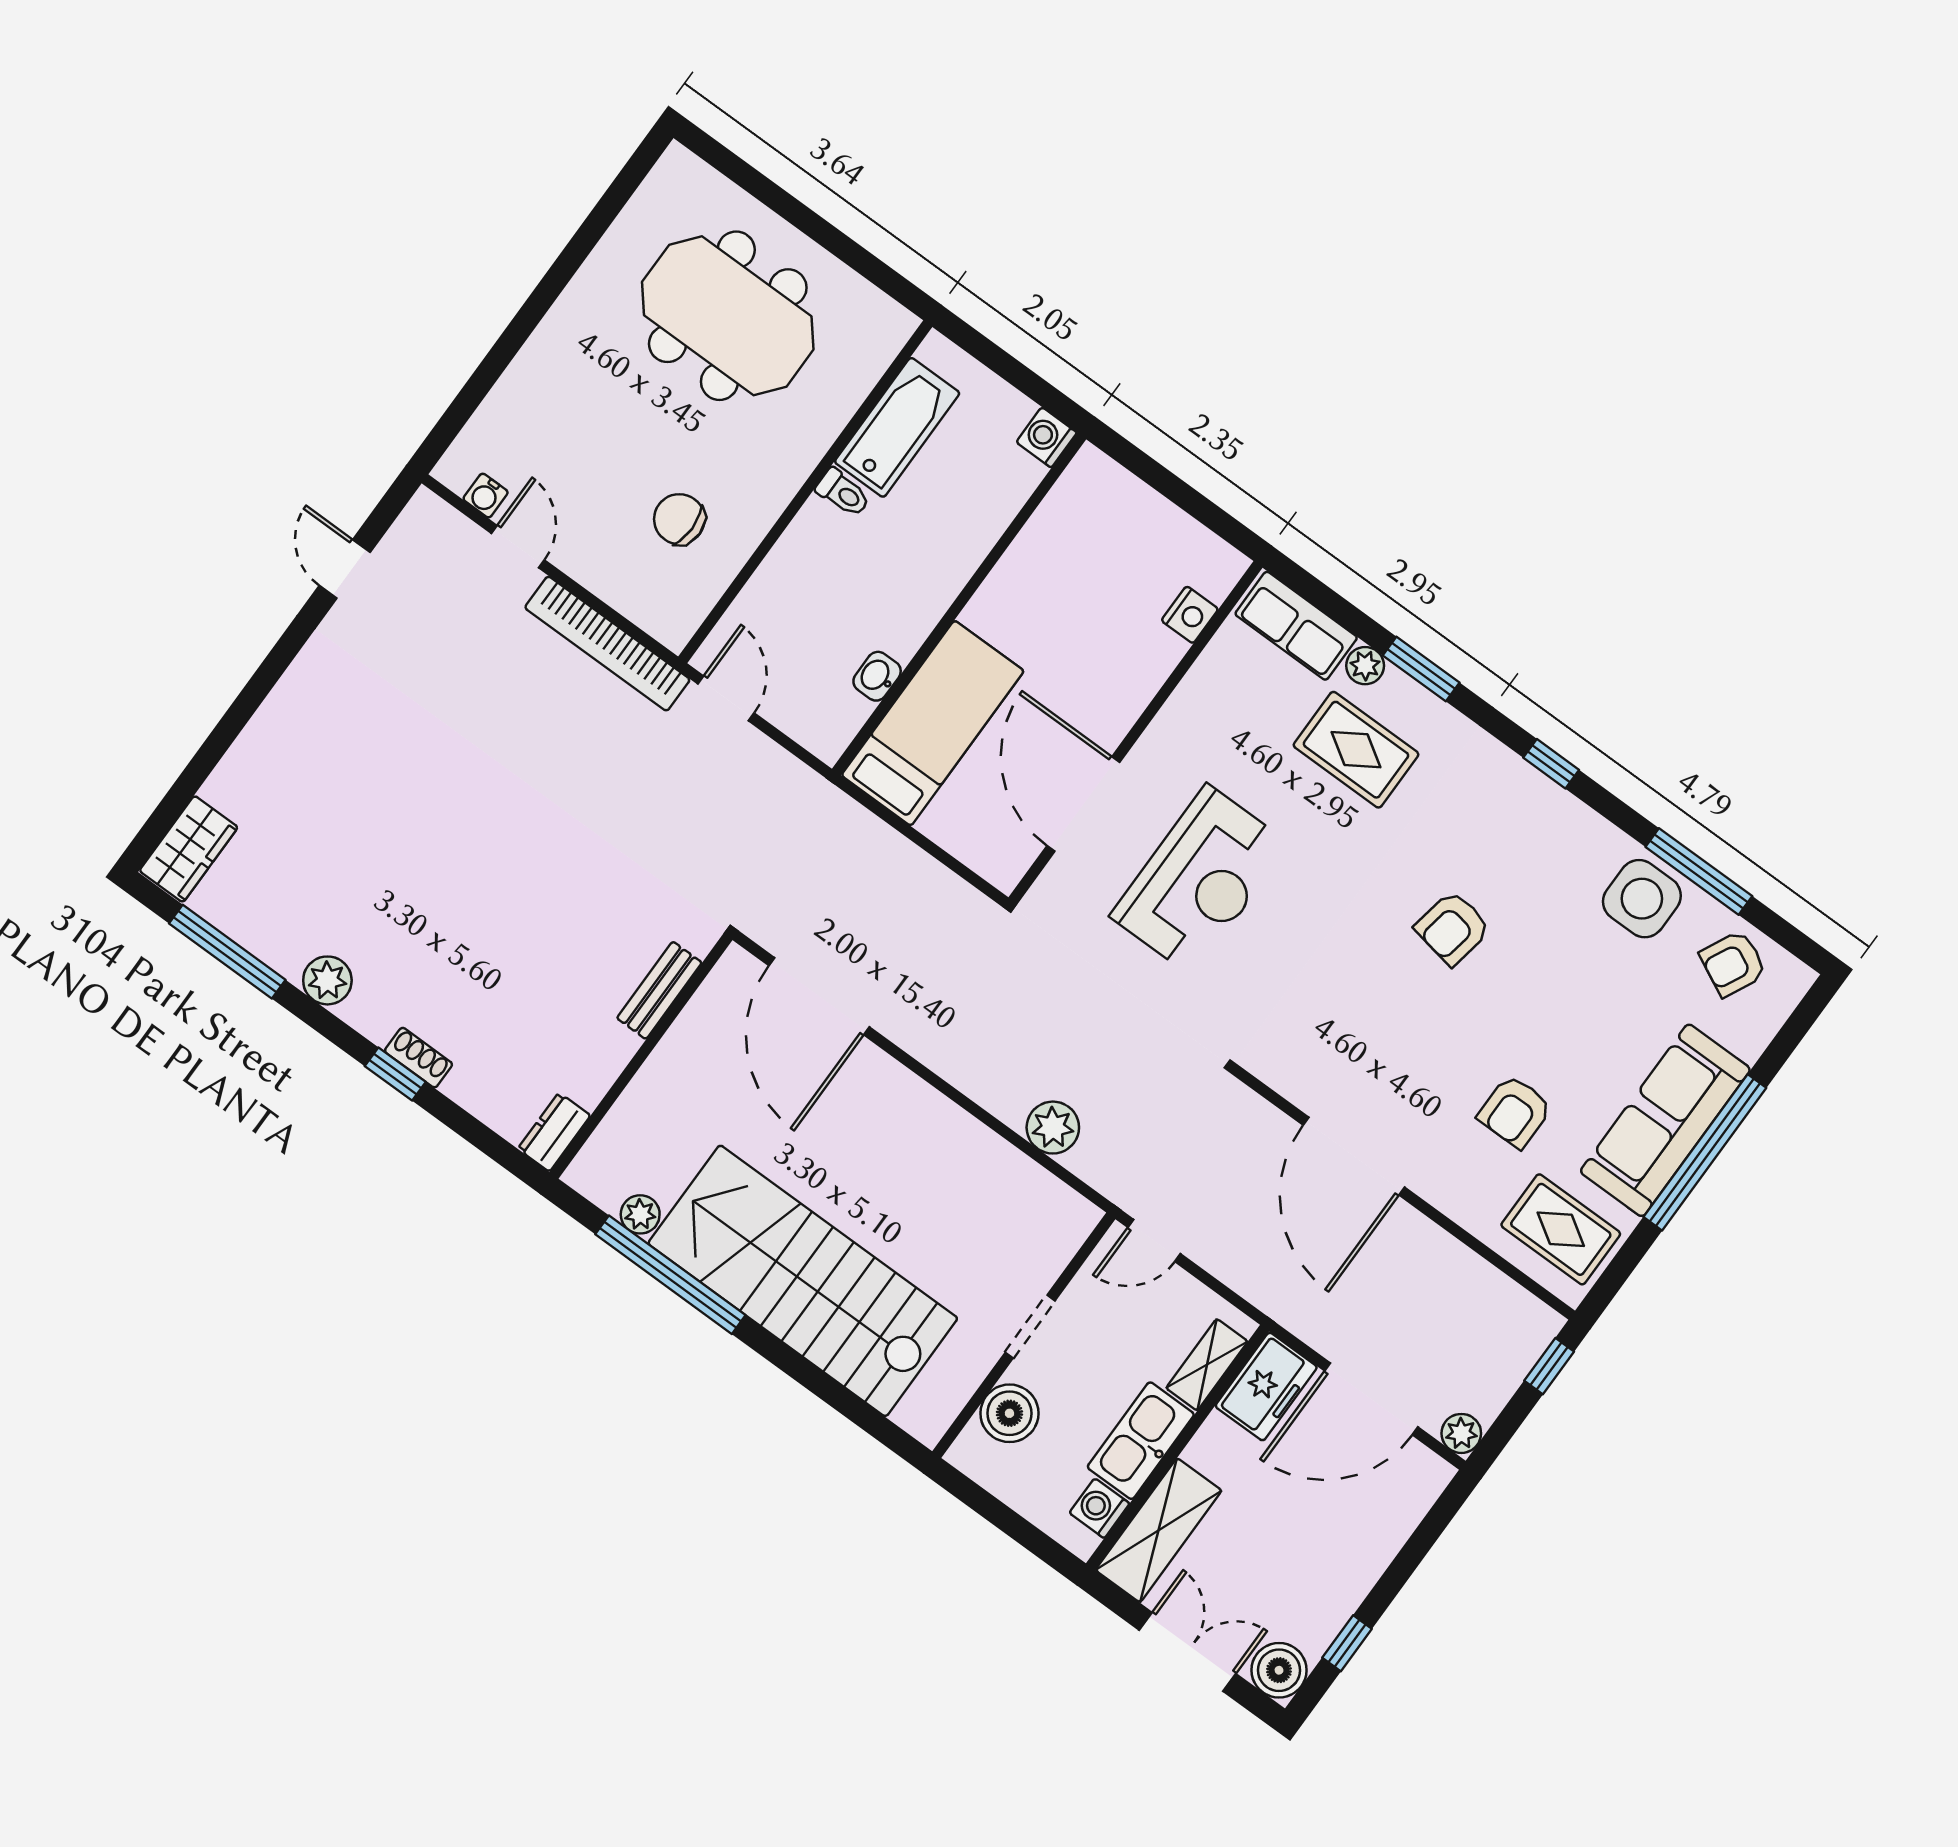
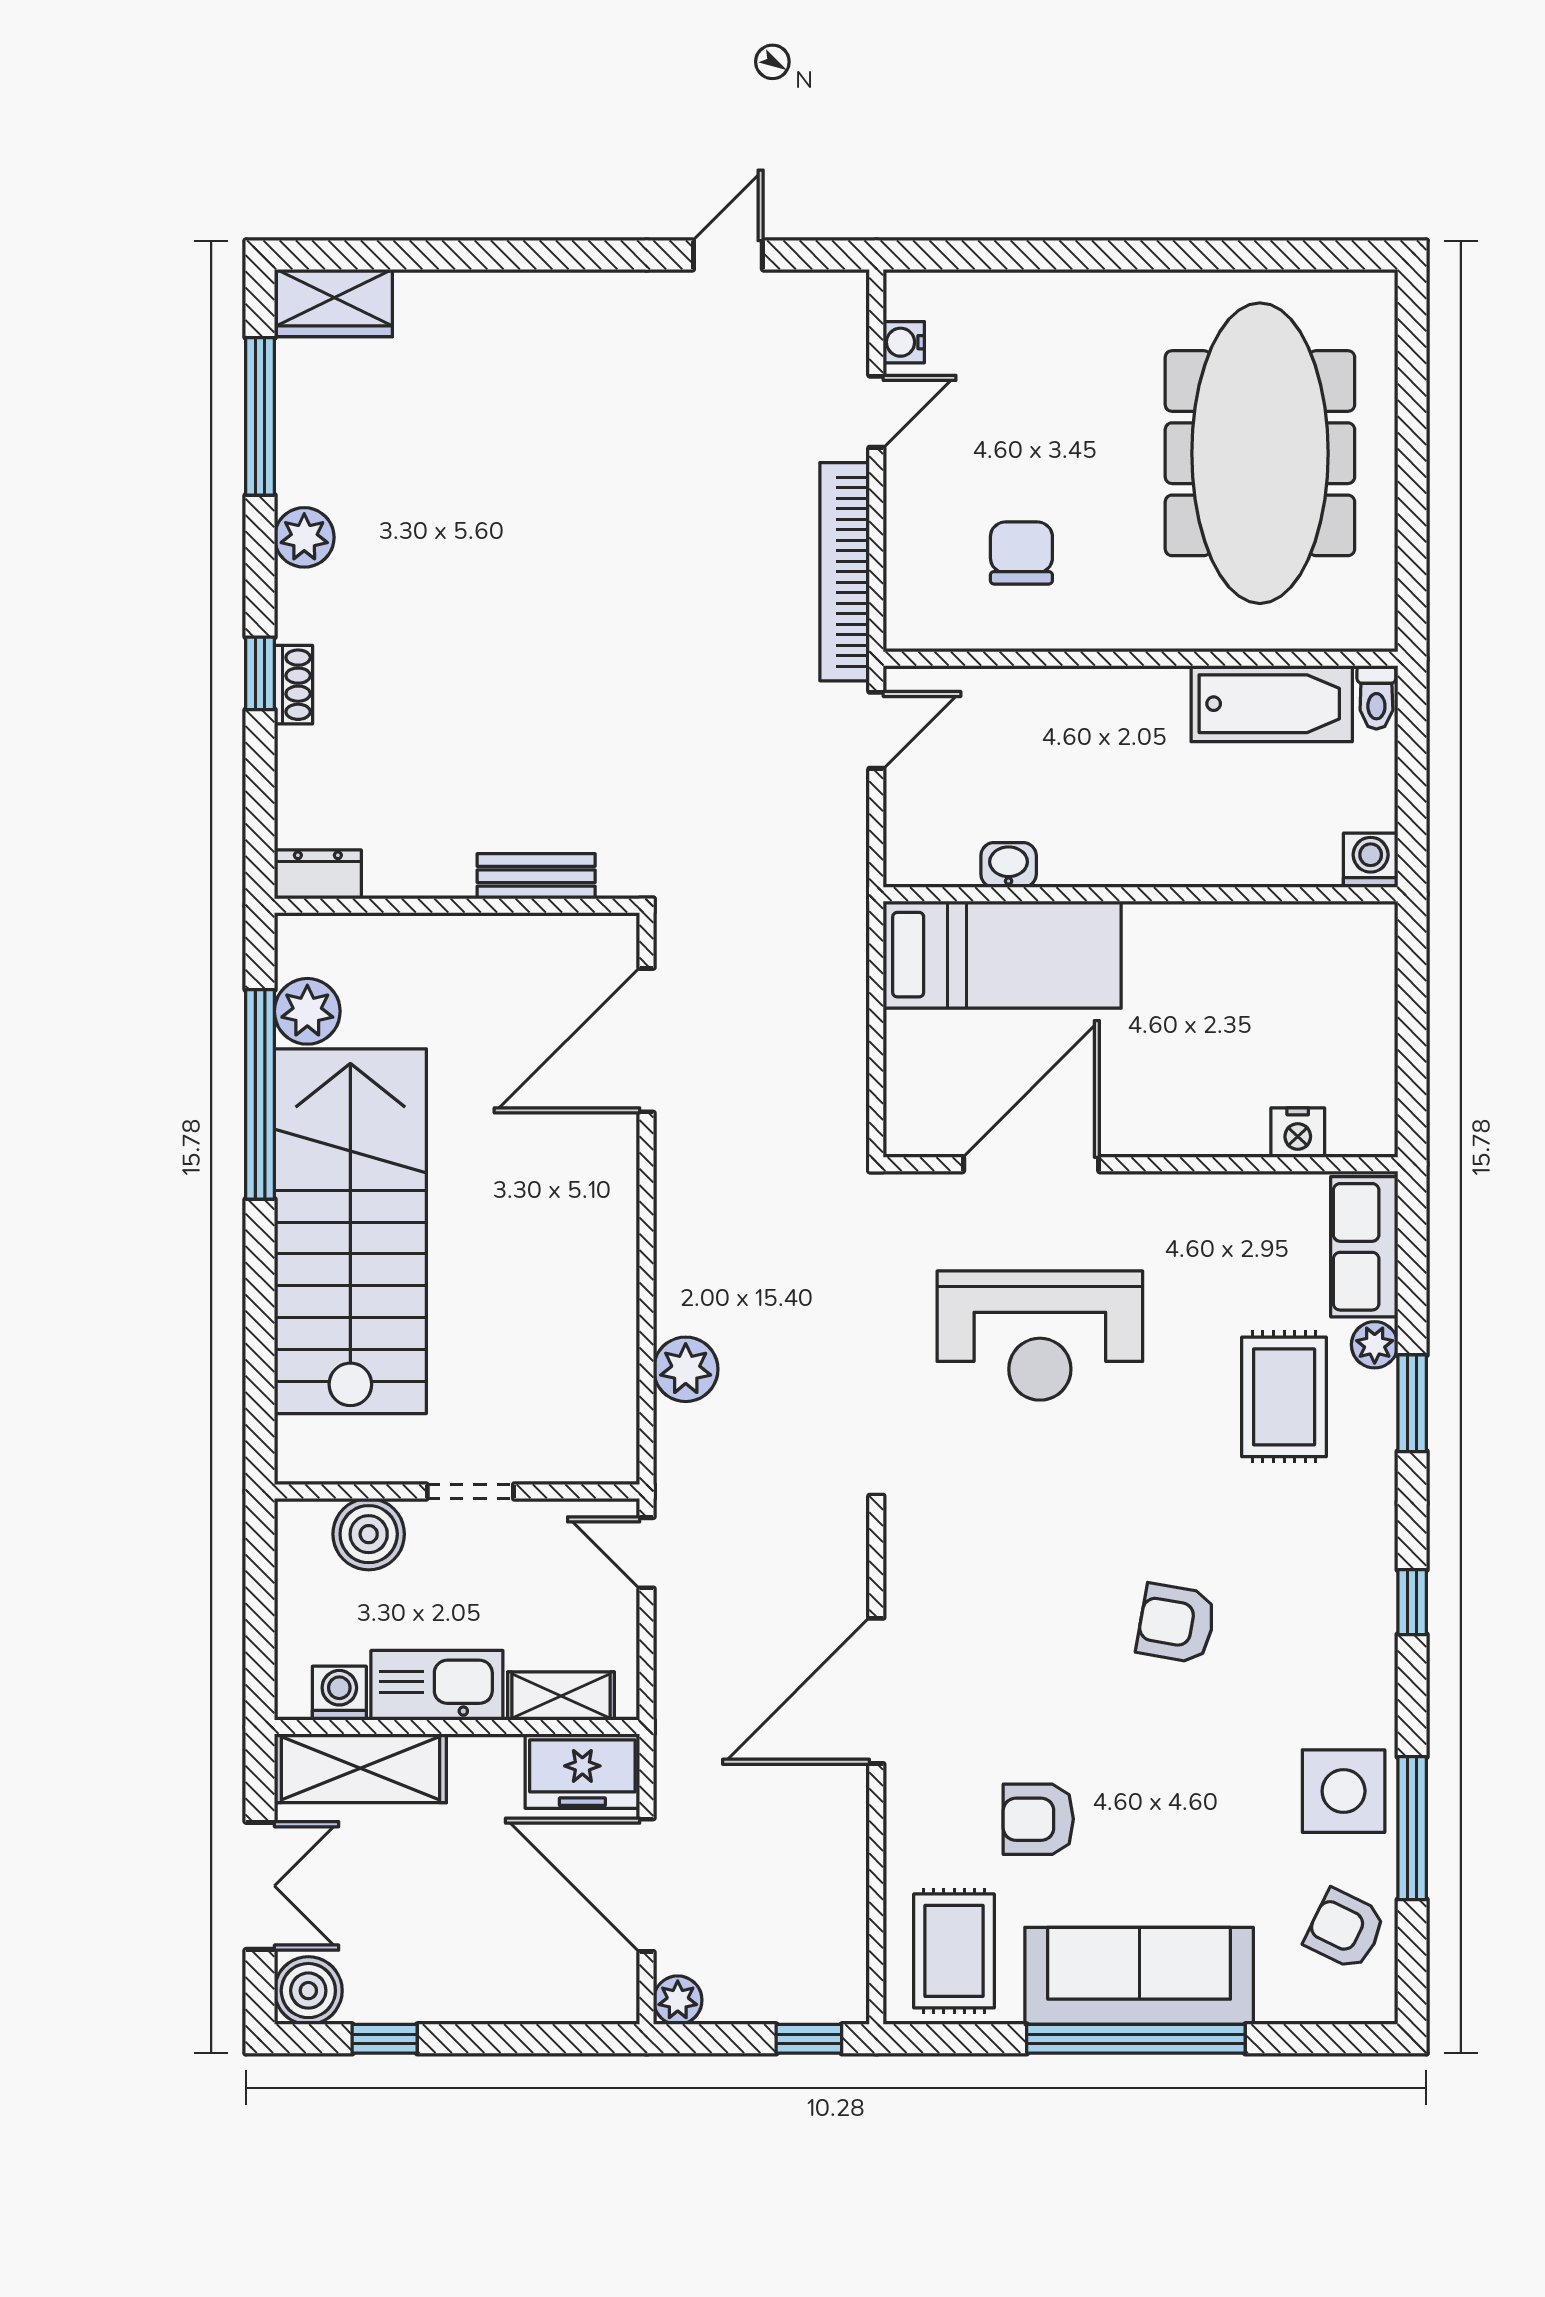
meeting table: (728, 316) -> (1260, 453), width x1.36
toilet: (843, 493) -> (1376, 697), moved
plant: (640, 1214) -> (307, 1011), width x1.38, depth x1.38

